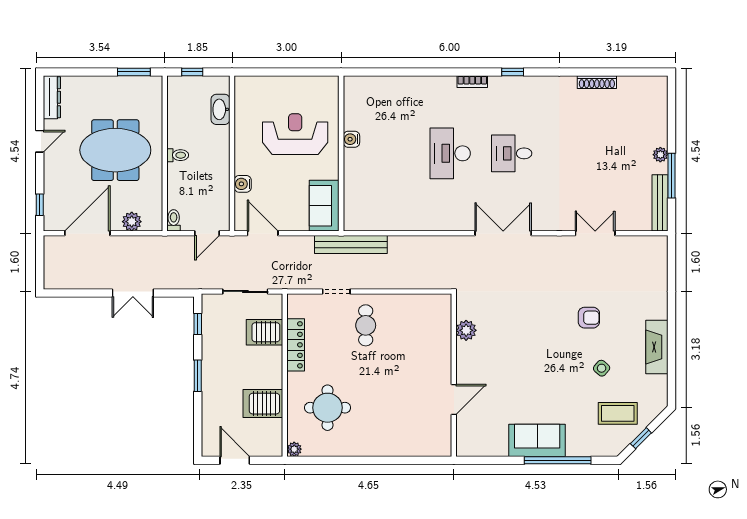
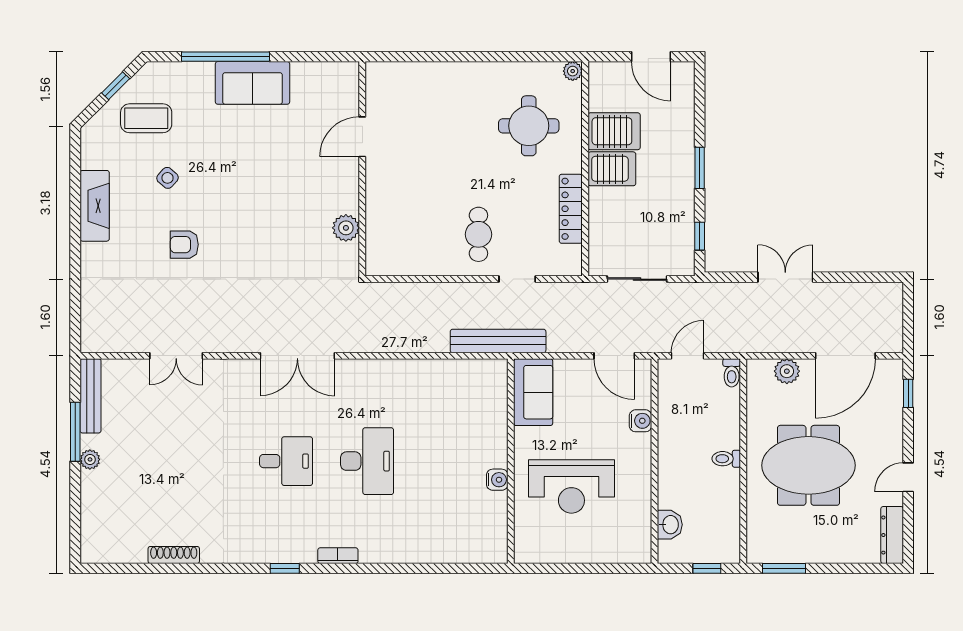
washbasin: (220, 109) -> (670, 525), width x0.72
server rack: (264, 332) -> (612, 169), moved

